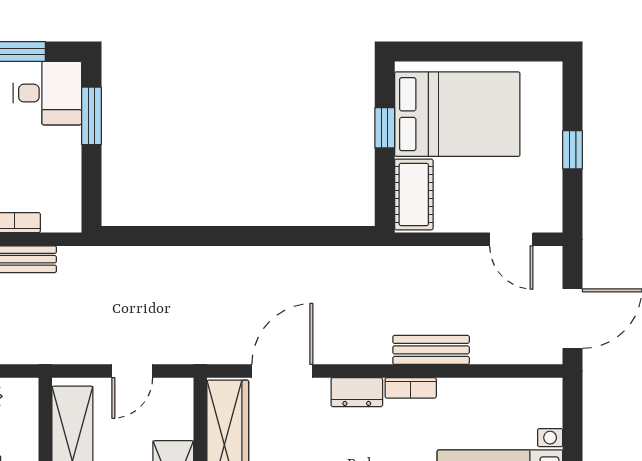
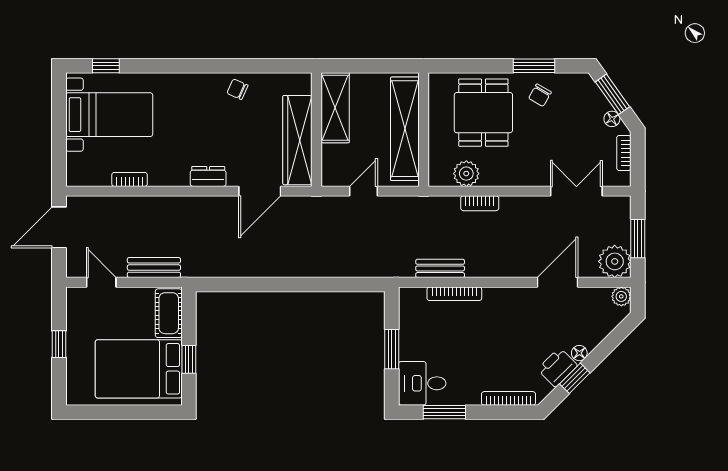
window: (91, 116) -> (392, 349), moved
bench: (431, 350) -> (154, 268), moved
bookcase: (411, 388) -> (130, 179), moved

